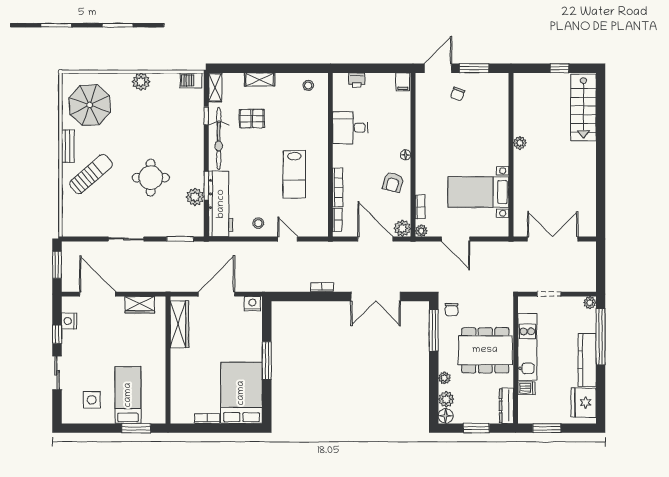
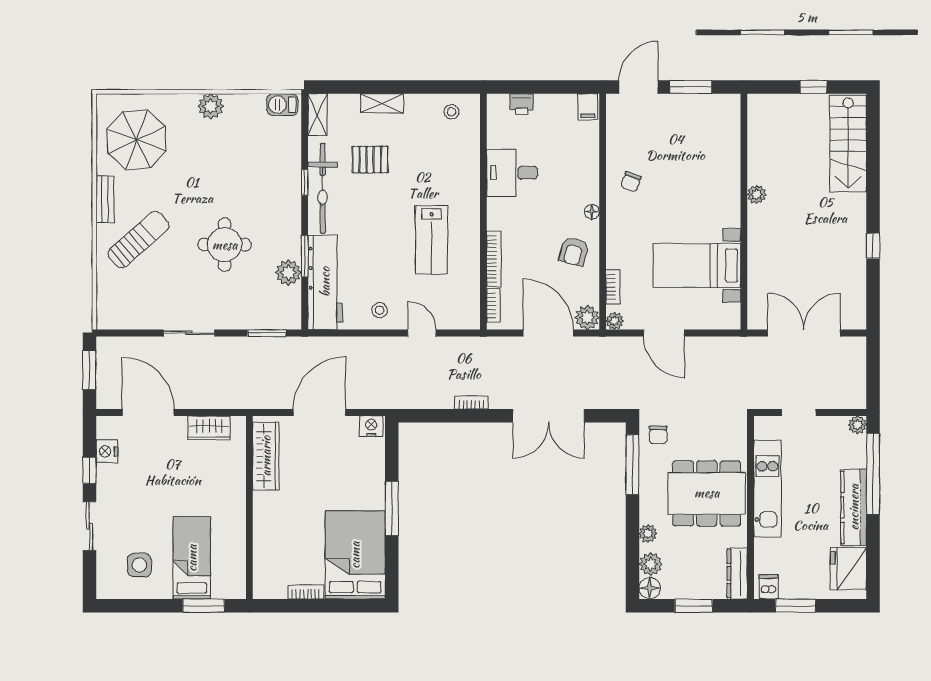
chair: (458, 94) -> (631, 182), moved
window: (206, 116) -> (305, 182), moved
window: (601, 178) -> (873, 246), added
dishwasher: (526, 388) -> (769, 587), moved, turned -90

